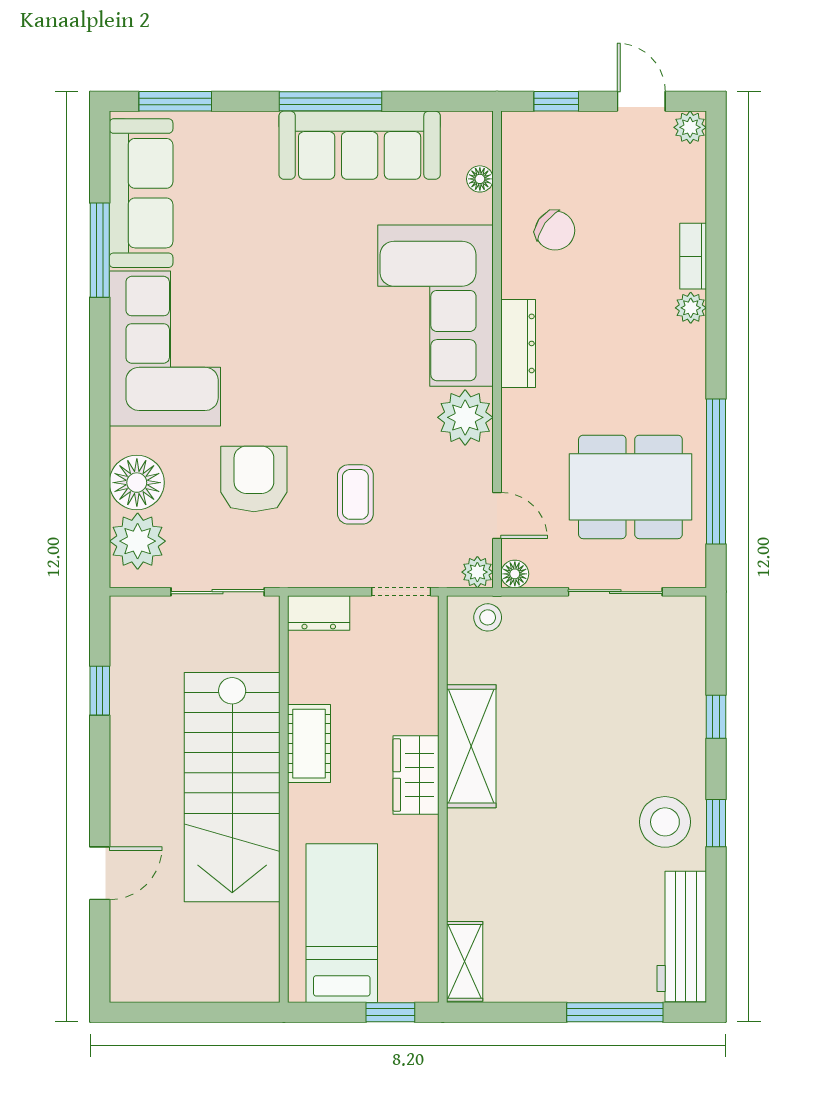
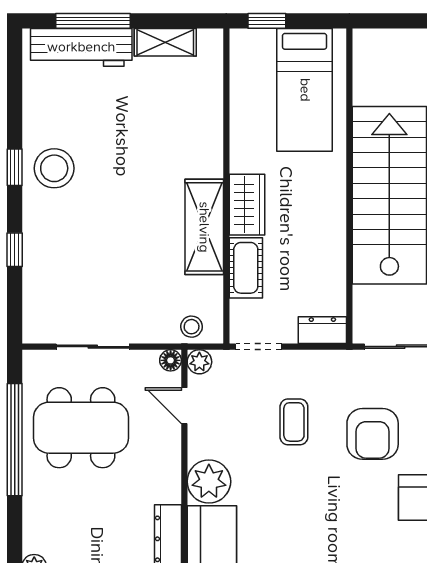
cot: (309, 744) -> (246, 268), moved
workbench: (682, 937) -> (81, 47), moved, turned 90
shelving: (465, 961) -> (165, 42), moved, turned 90

